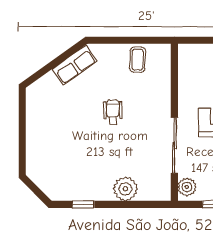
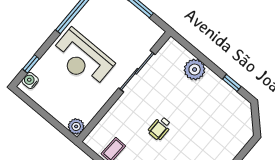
plant: (187, 187) -> (76, 126), moved

